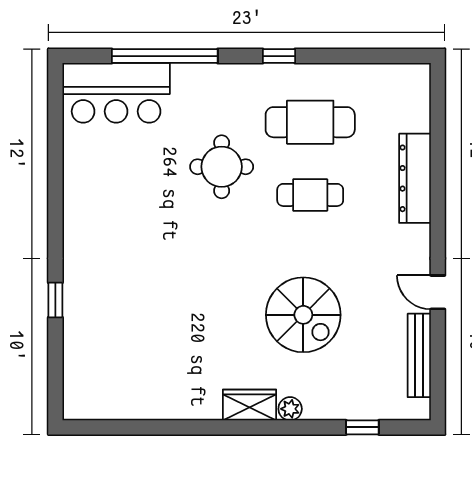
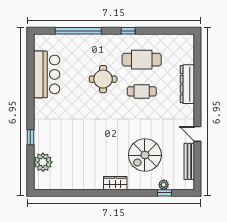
bar counter: (116, 93) -> (47, 74), moved, turned -90
spiral stairs: (303, 315) -> (145, 155), moved, turned 90
plant: (84, 357) -> (43, 162), added
plant: (290, 409) -> (164, 185), moved

